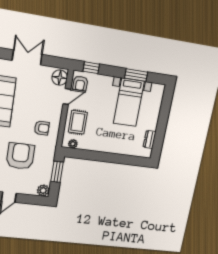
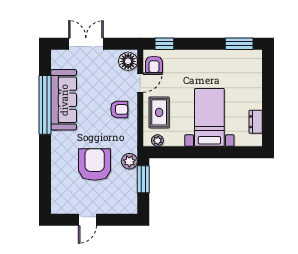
window: (136, 75) -> (239, 44), moved
bed with nightstands: (129, 102) -> (209, 117), moved, turned 180
armchair: (42, 128) -> (119, 109), moved
plant: (43, 190) -> (129, 161), moved

